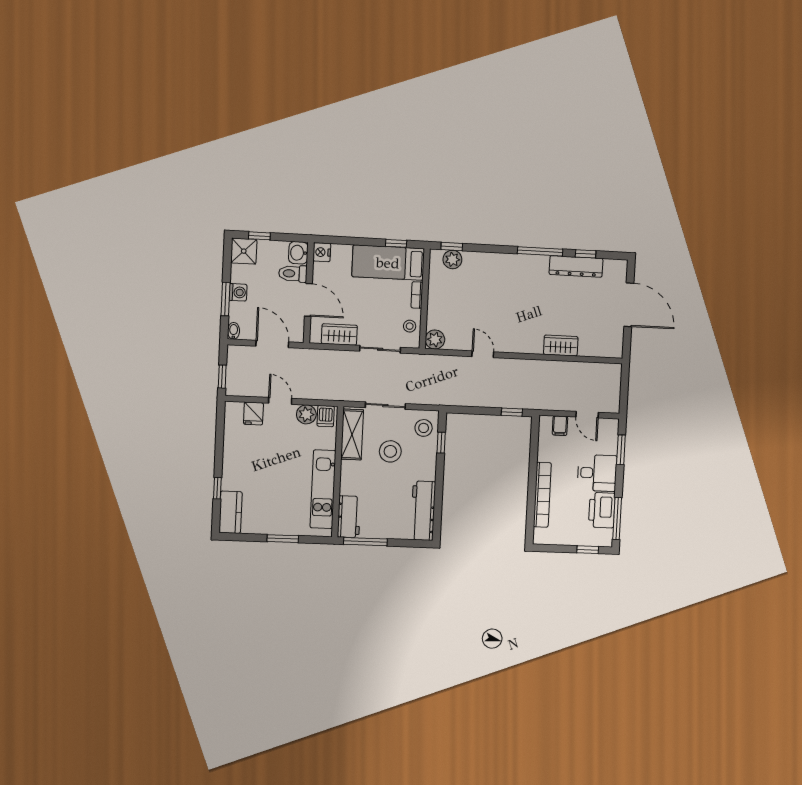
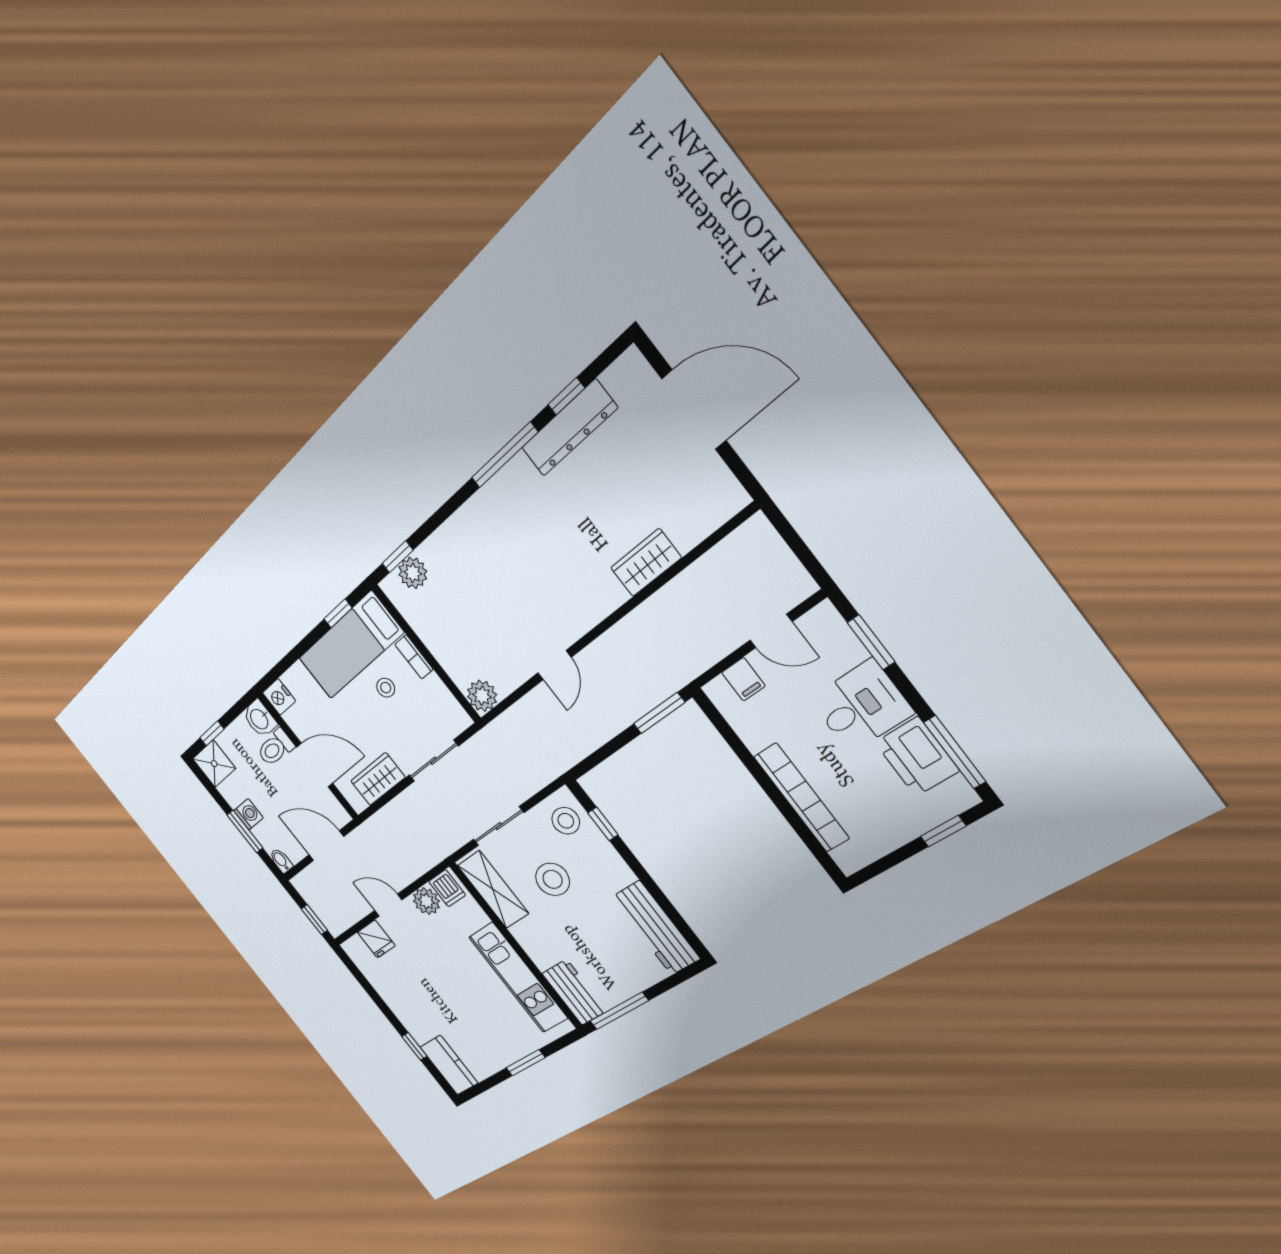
stool: (410, 326) -> (386, 688), moved
door: (483, 354) -> (554, 665), swing flipped
window: (512, 412) -> (659, 713), width x1.50

